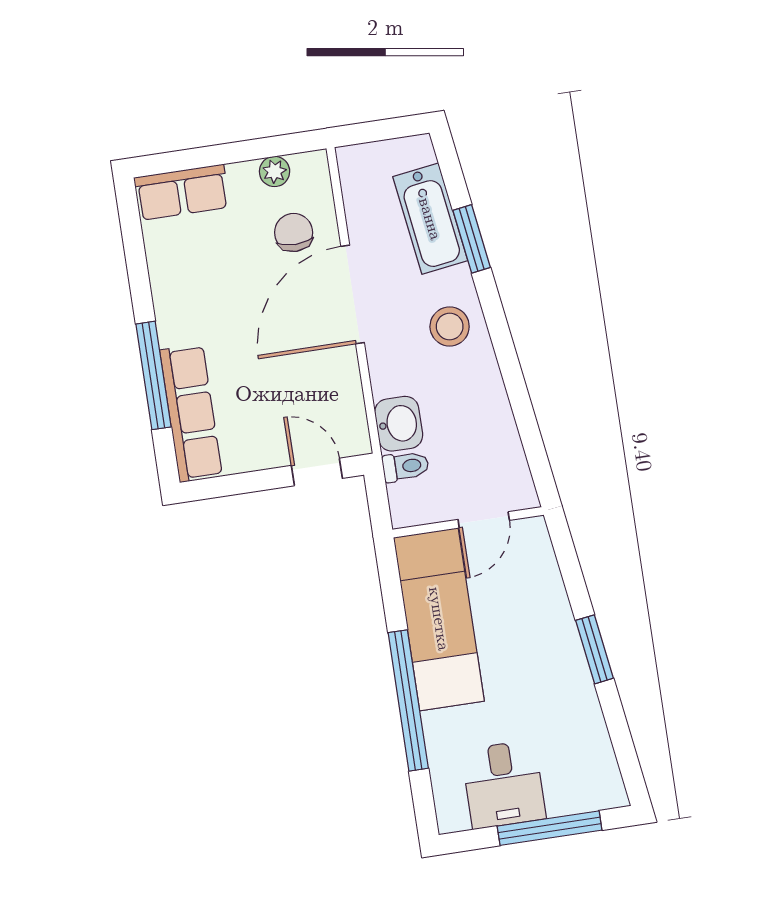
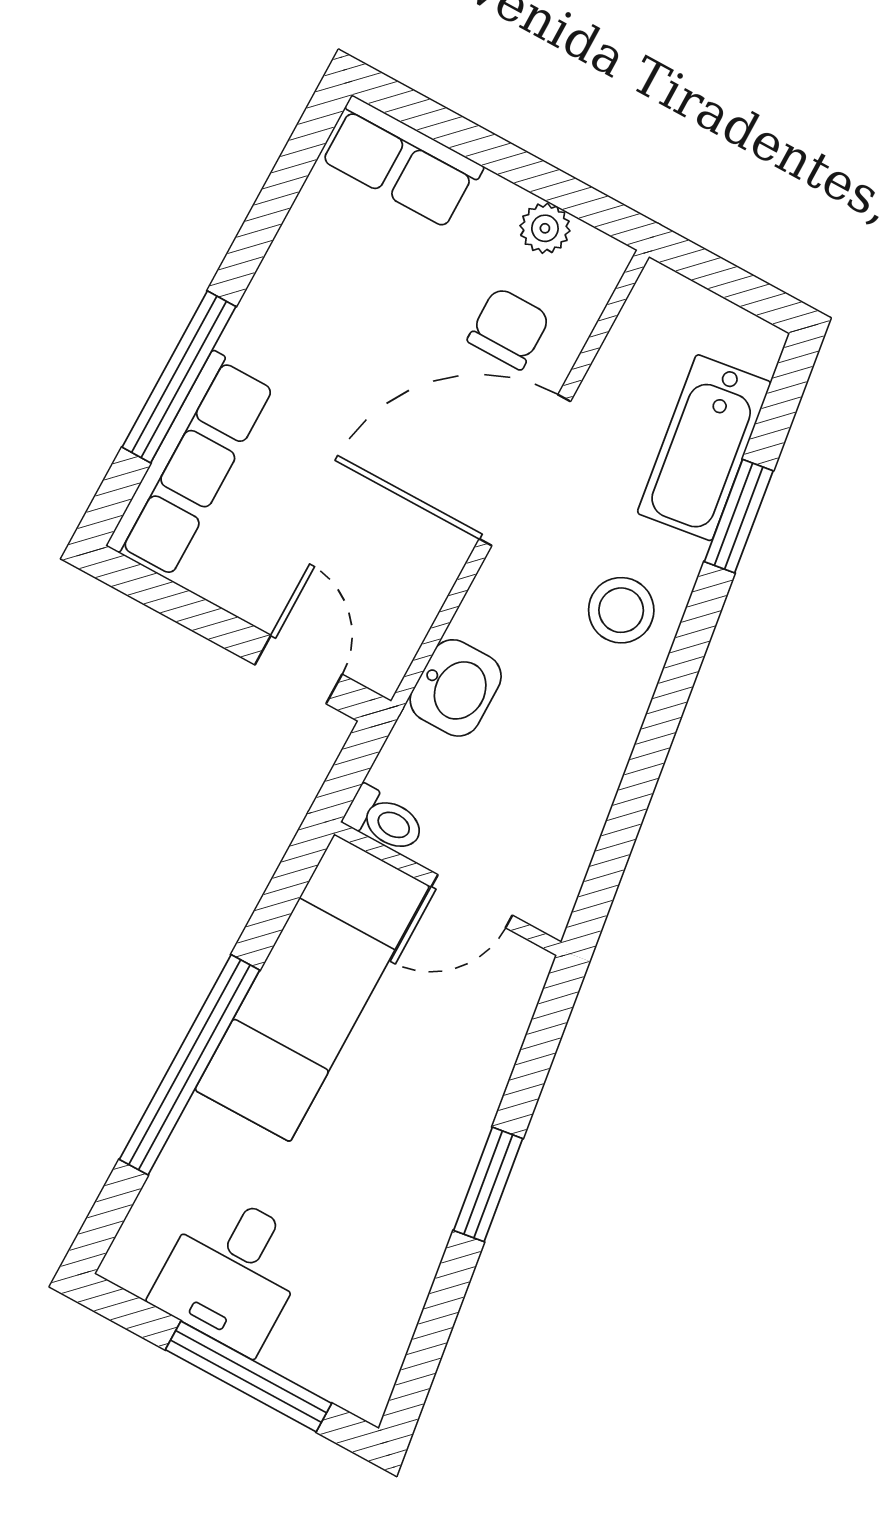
toilet: (406, 466) -> (384, 820), moved

